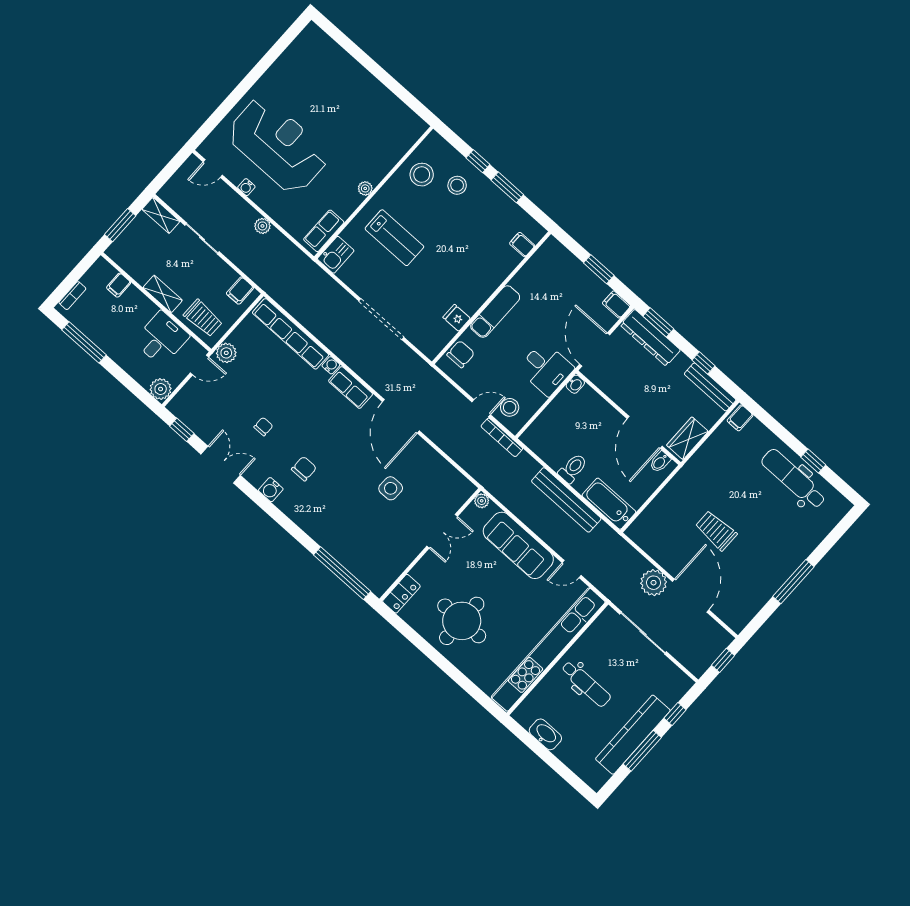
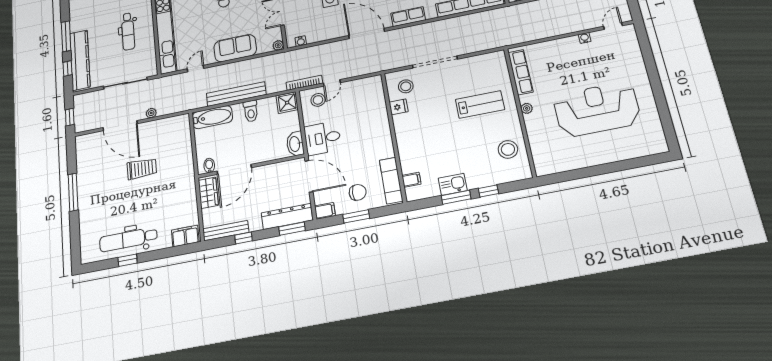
reception desk: (278, 145) -> (597, 109), moved, turned 180
stool: (457, 185) -> (406, 86), moved
plant: (262, 226) -> (551, 31), removed
row of seats: (324, 231) -> (520, 72), width x1.48
lab bench: (394, 238) -> (480, 104), turned 180
kitchen sink: (336, 255) -> (453, 184), moved, turned 90
exam couch: (495, 312) -> (391, 181), moved
chair: (461, 354) -> (358, 192), moved, turned -90
water cooler: (331, 365) -> (301, 41), moved
washbasin: (575, 384) -> (295, 144), width x1.91, depth x1.45
filing cabinet: (740, 418) -> (185, 236), width x2.00
door: (645, 432) -> (234, 169), swing flipped
shower: (536, 437) -> (287, 103), added
dental chair: (794, 479) -> (128, 239), turned 180
sofa: (518, 545) -> (235, 48), width x0.73
plant: (654, 583) -> (151, 113), width x0.53, depth x0.53
dental chair: (586, 684) -> (128, 31), turned -90
kitchen counter: (633, 735) -> (80, 60), moved

